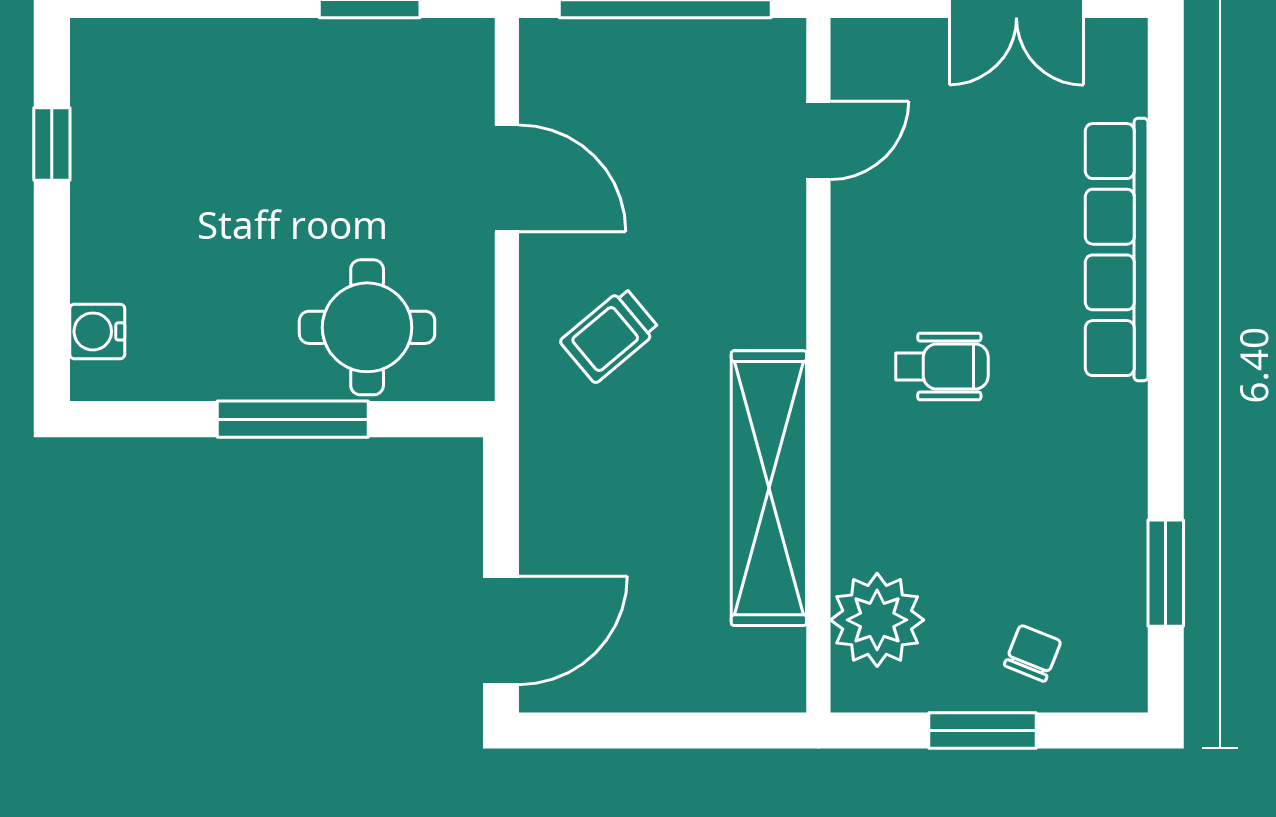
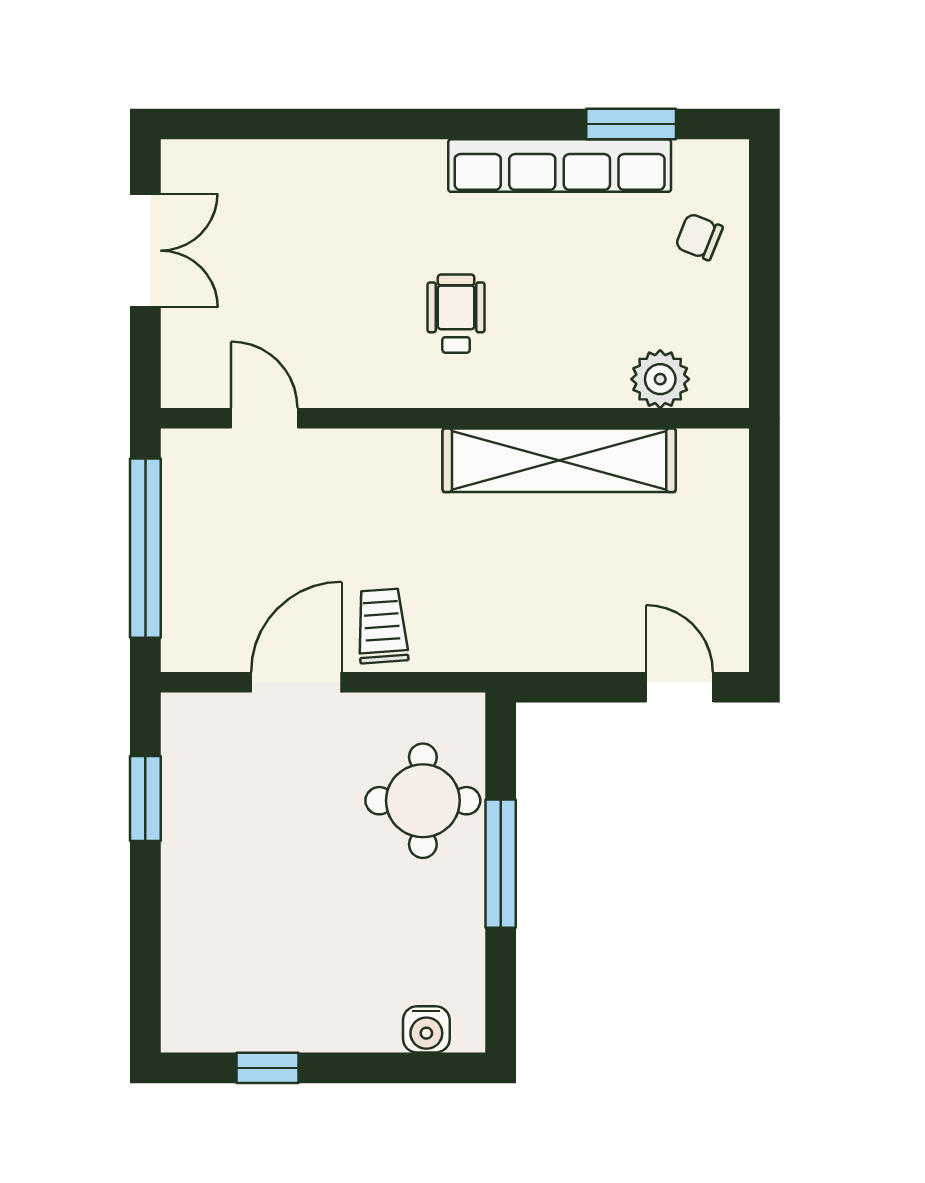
row of seats: (1117, 250) -> (560, 166), moved
trolley: (610, 335) -> (382, 626), moved, turned -144
plant: (877, 620) -> (660, 379), width x0.73, depth x0.73
door: (501, 630) -> (680, 687), width x0.73
window: (982, 730) -> (764, 279), removed

